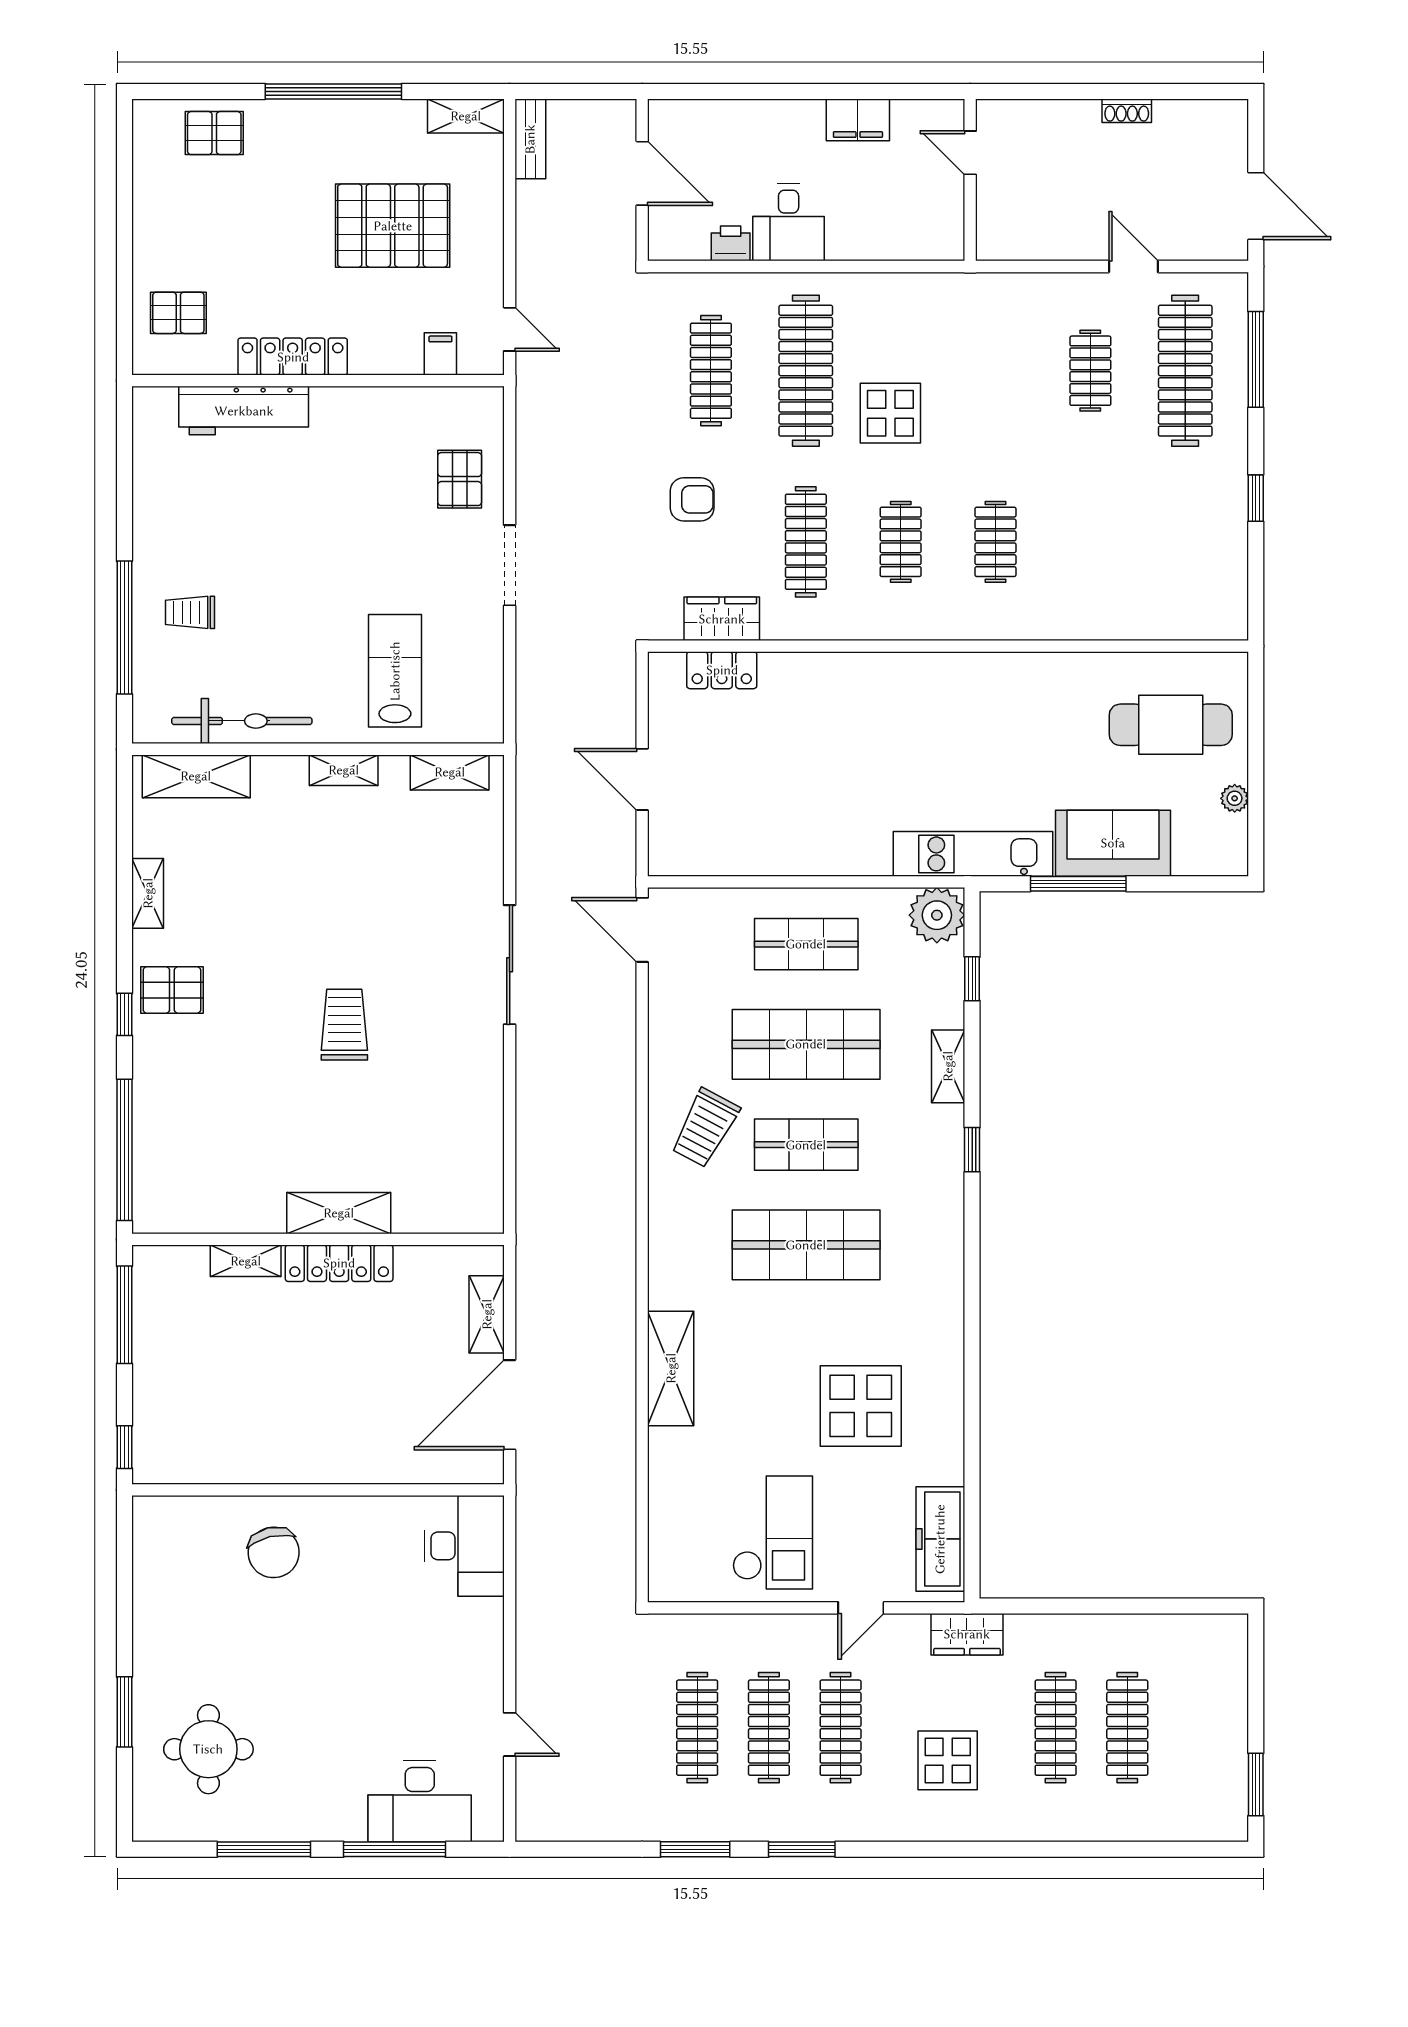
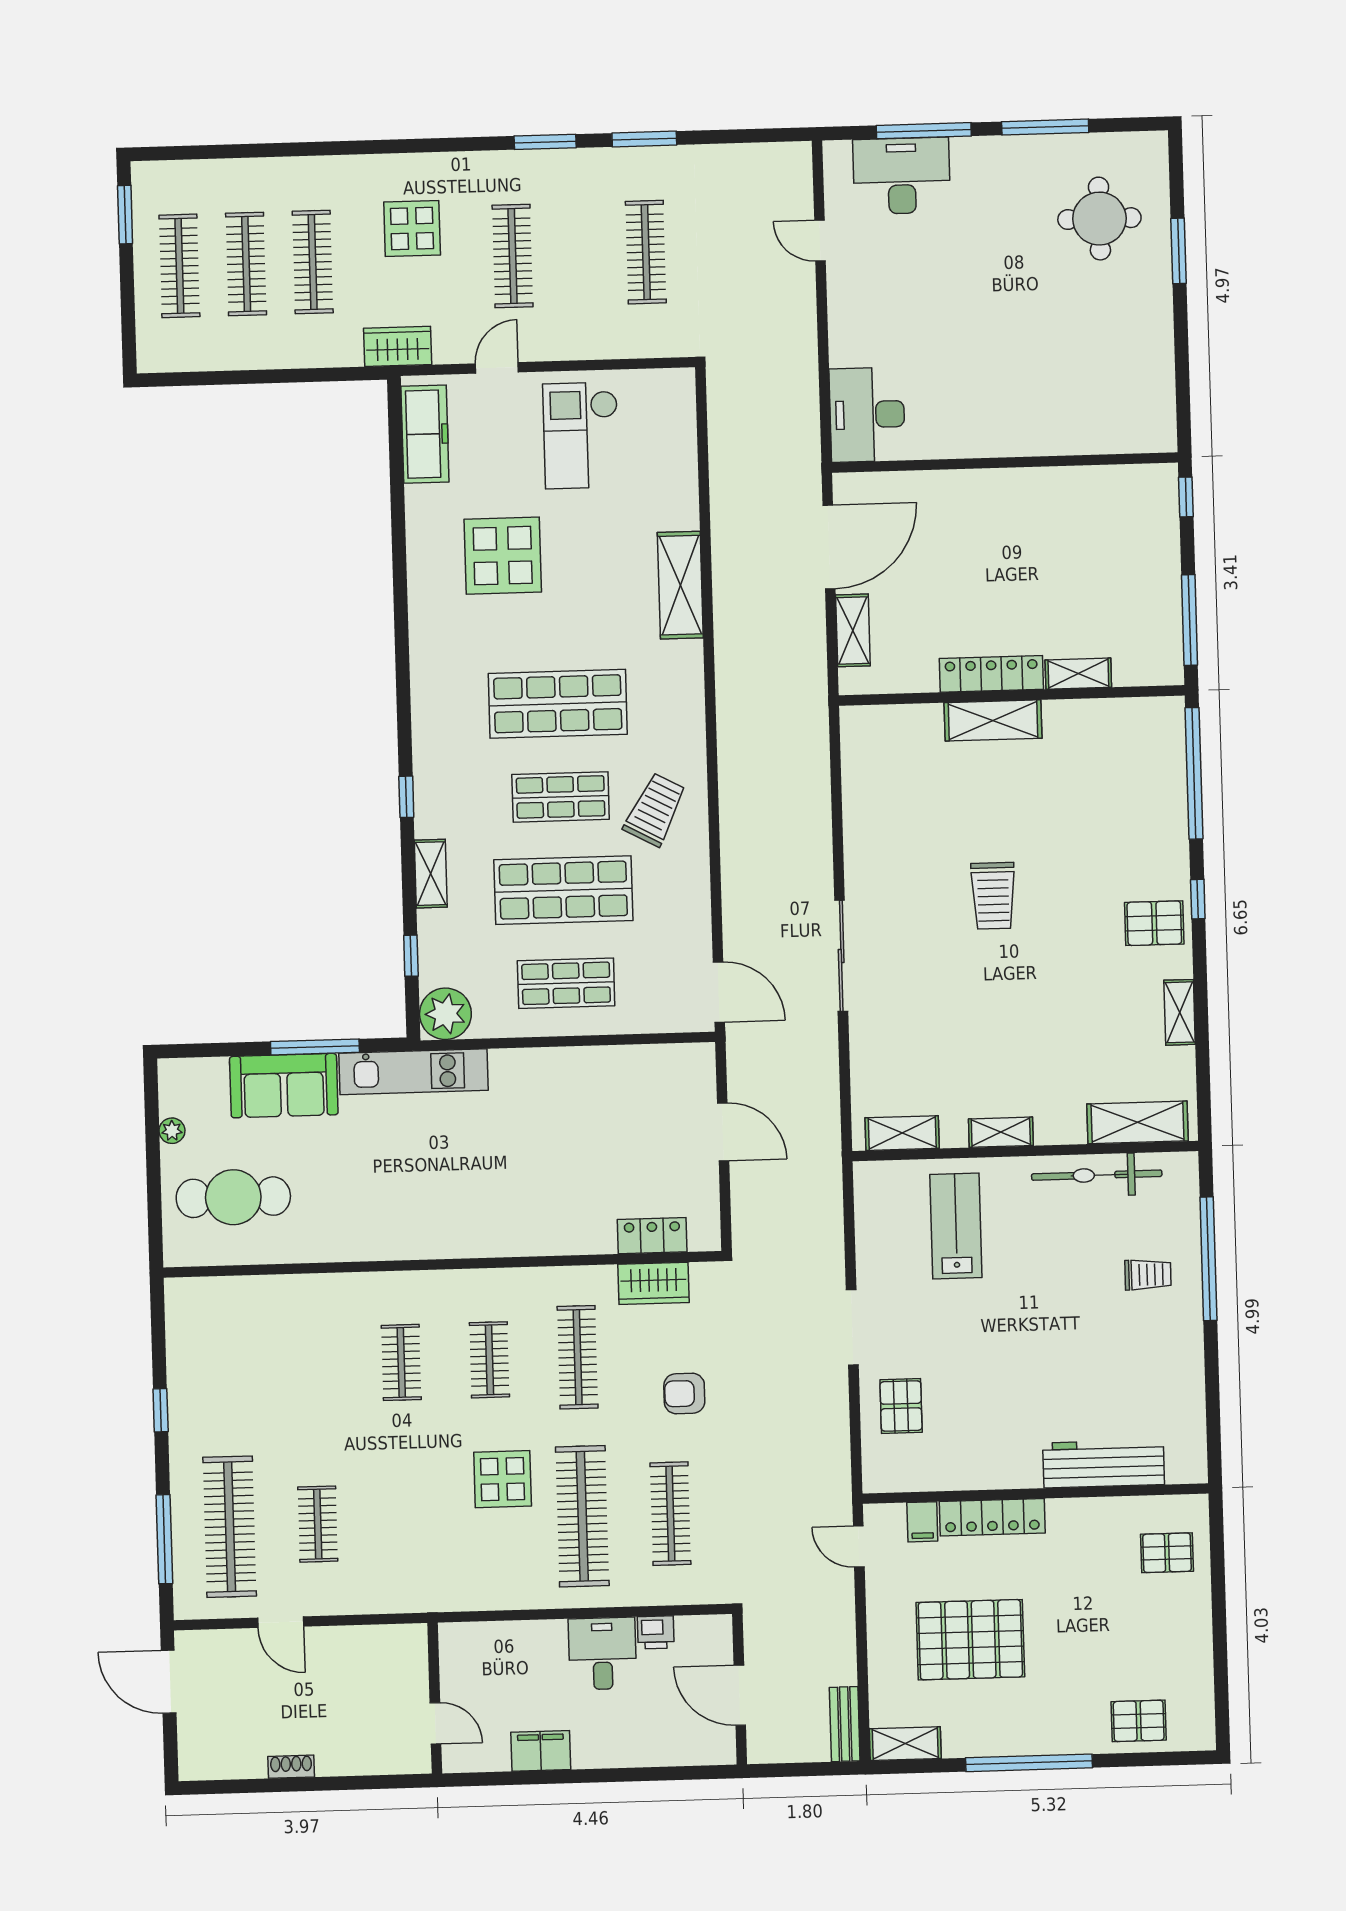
locker: (293, 357) -> (992, 1517), moved
lab bench: (395, 671) -> (956, 1226), turned 180
chair: (274, 1552) -> (1044, 403), removed
clothes rail: (769, 1728) -> (179, 266), moved

